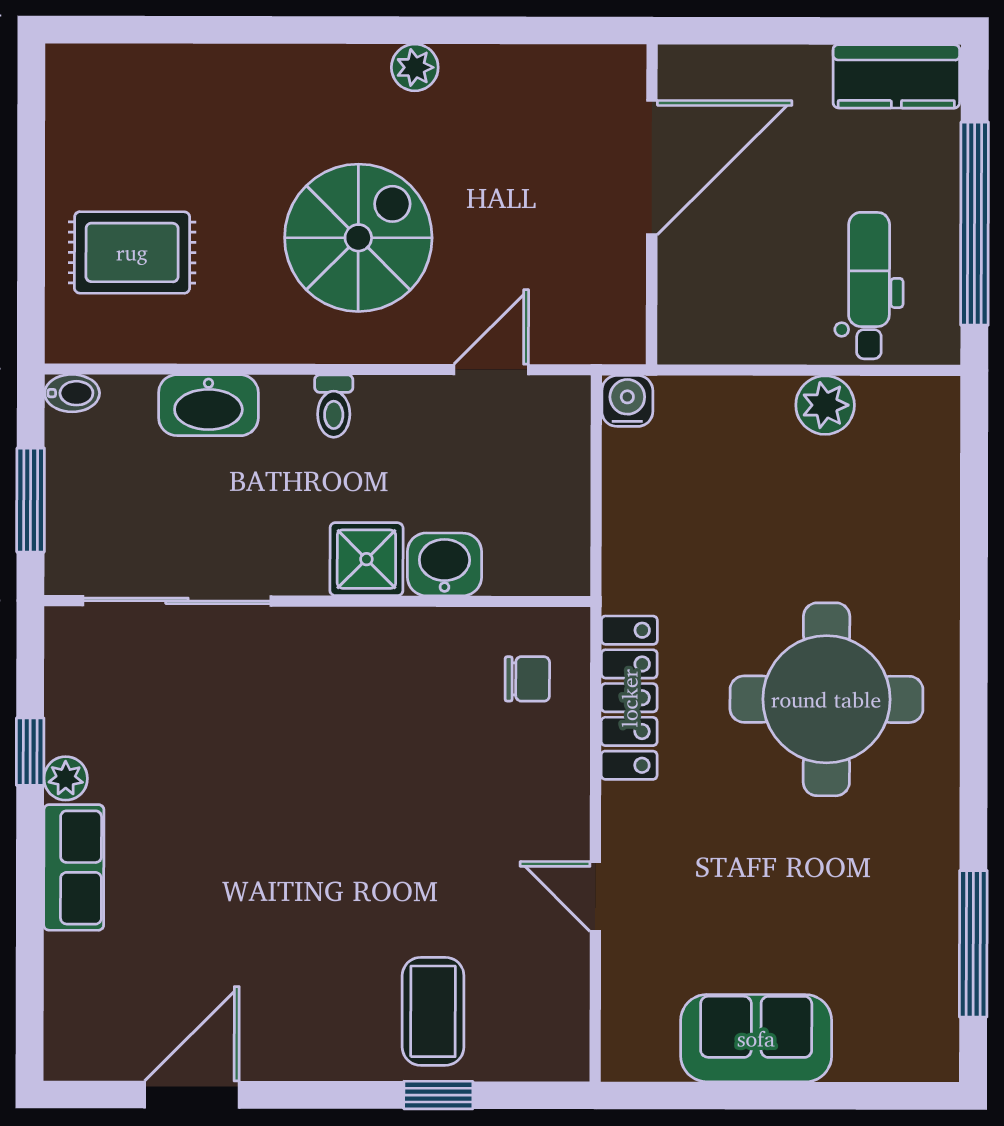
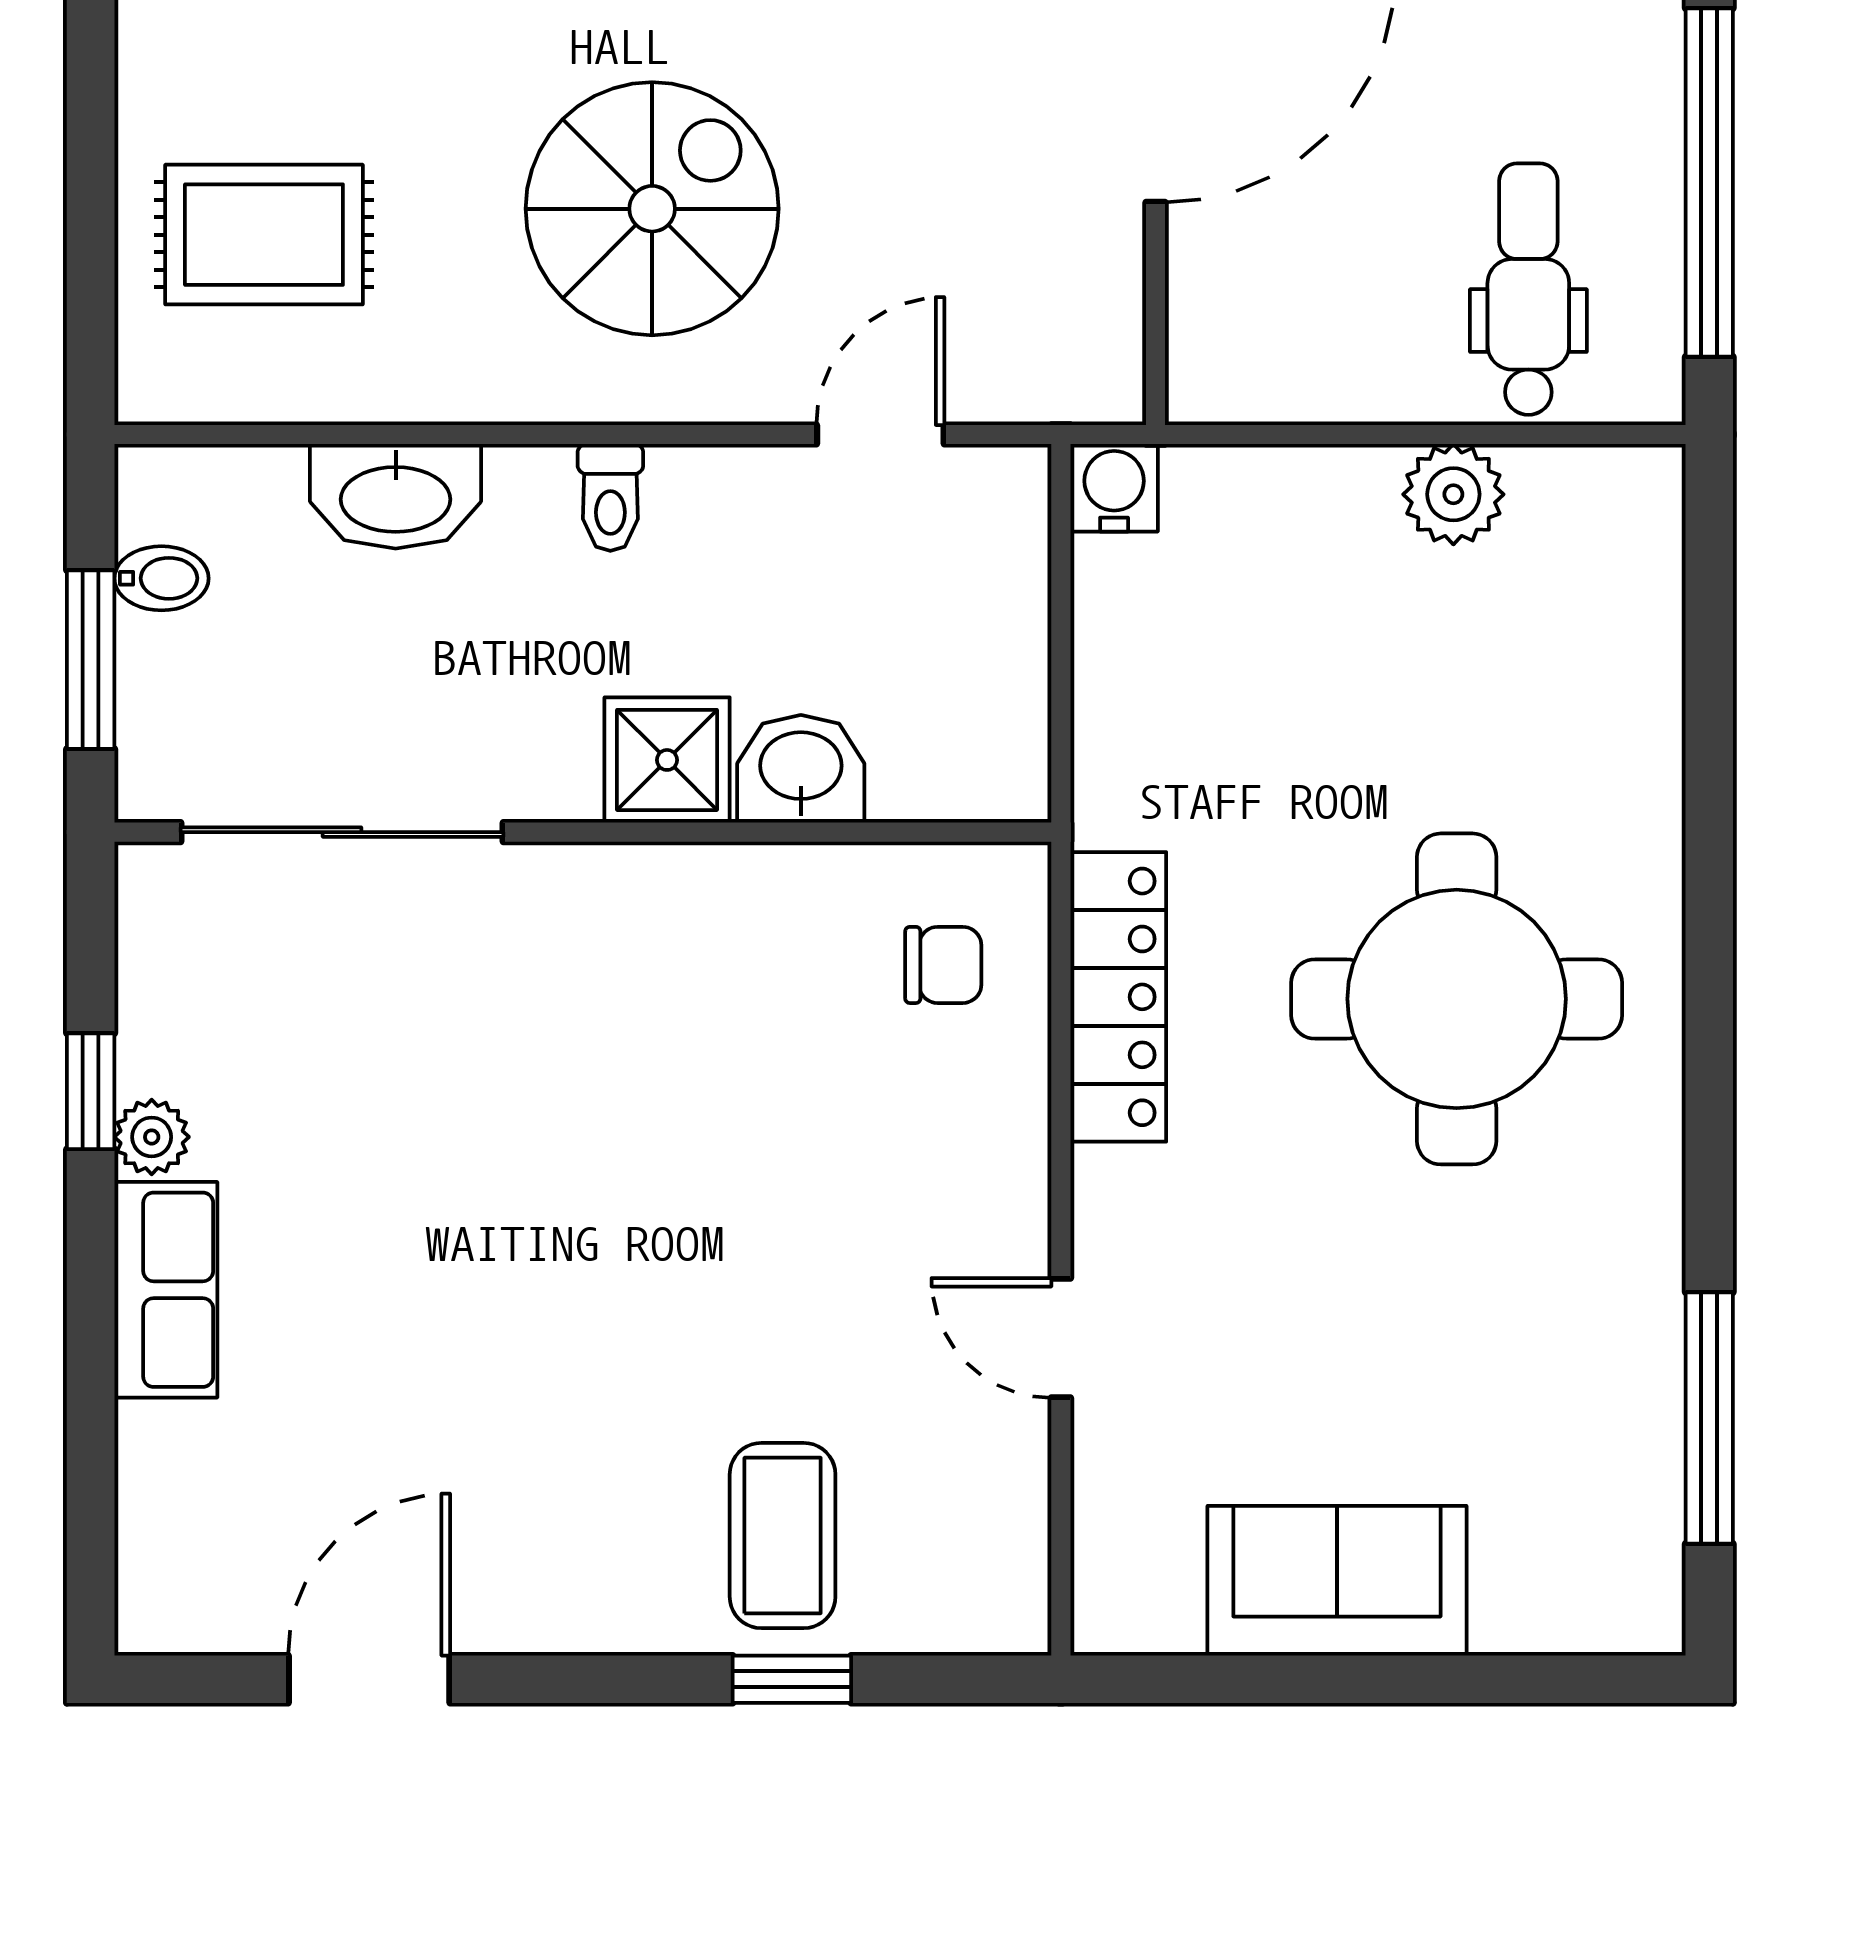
bidet: (72, 393) -> (161, 578), moved

